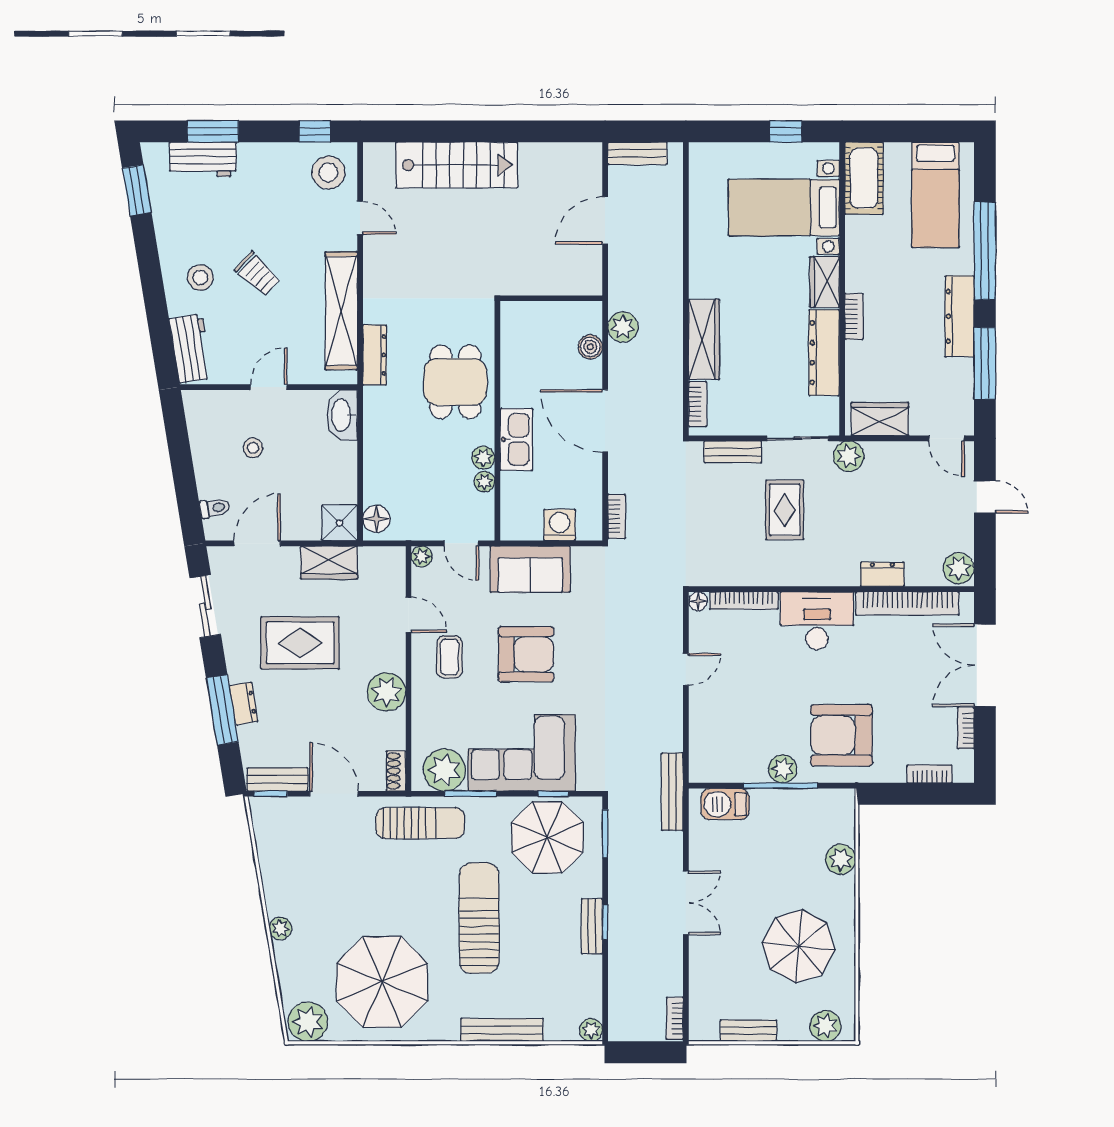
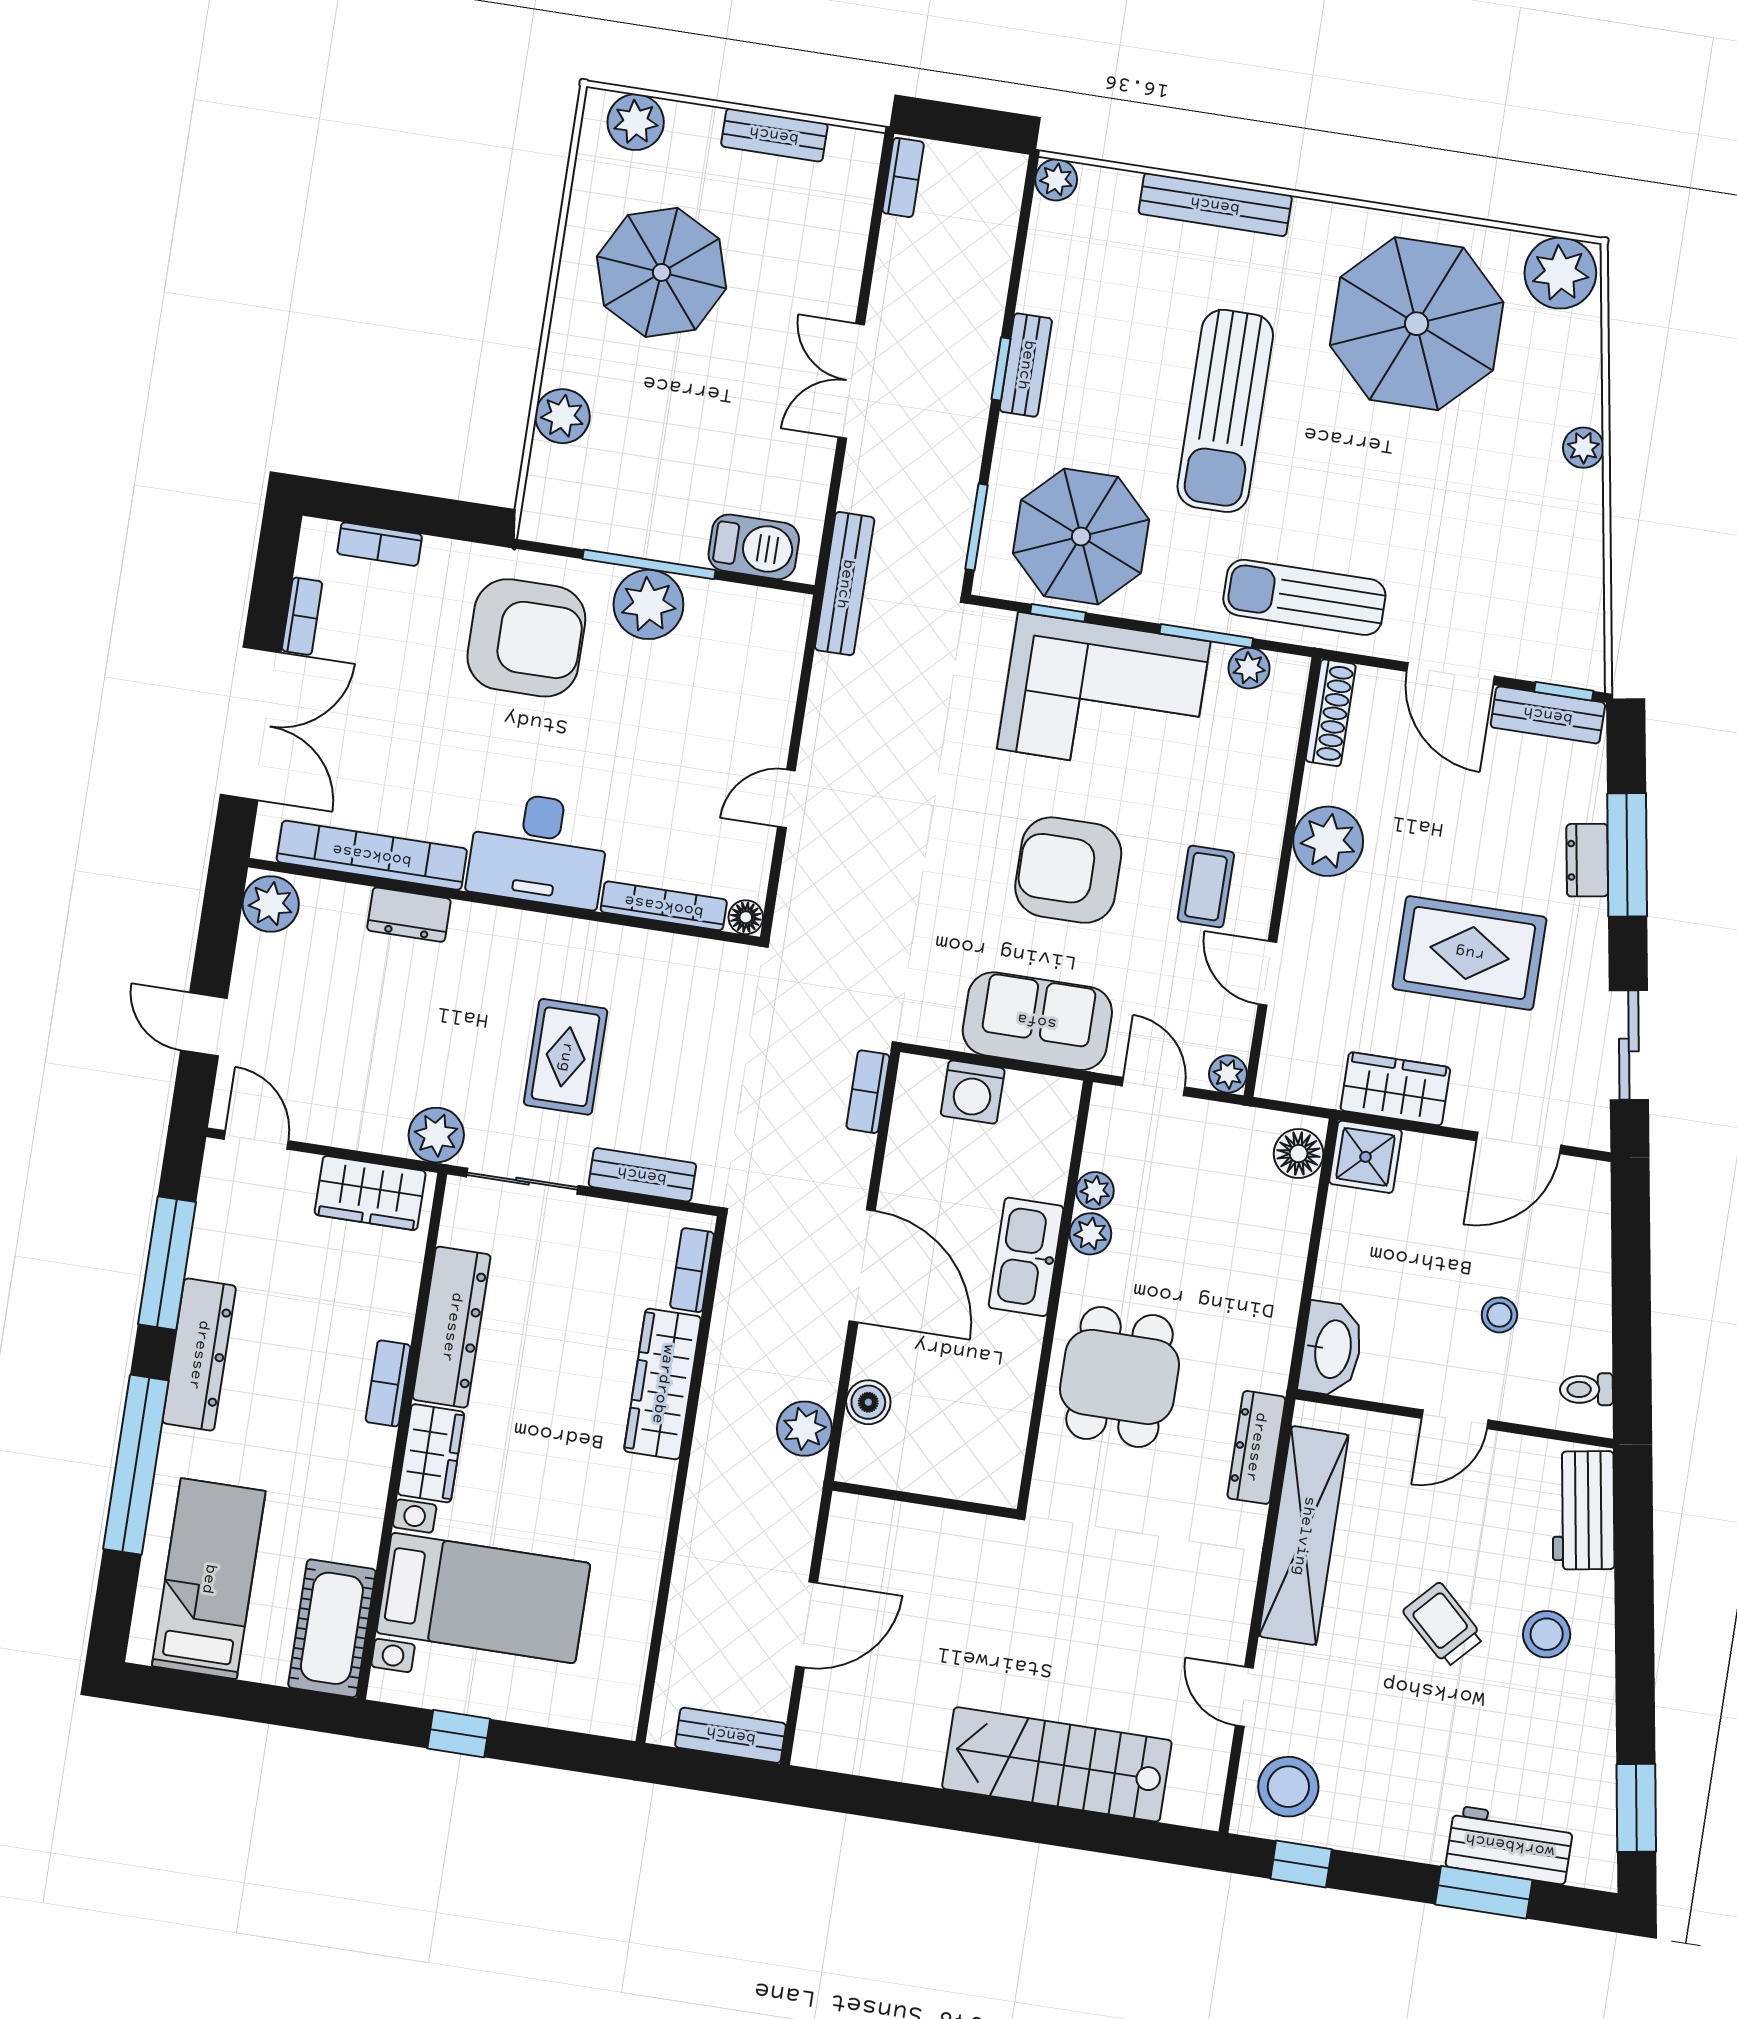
toilet: (215, 508) -> (1586, 1389), moved
plant: (783, 769) -> (648, 604), width x1.36, depth x1.36
plant: (444, 770) -> (1249, 668), width x0.53, depth x0.53
shoe rack: (396, 771) -> (1331, 713), width x1.43

